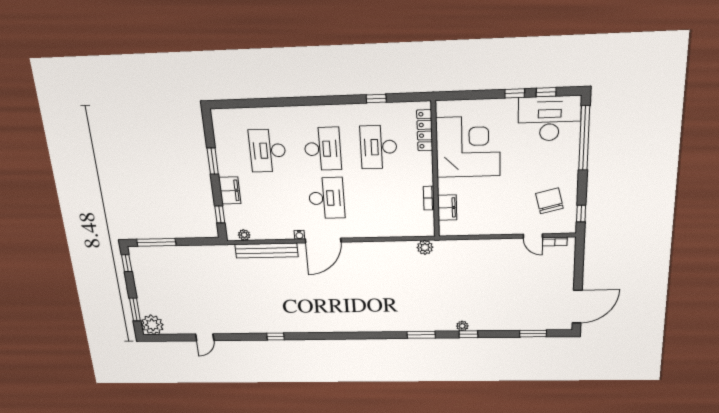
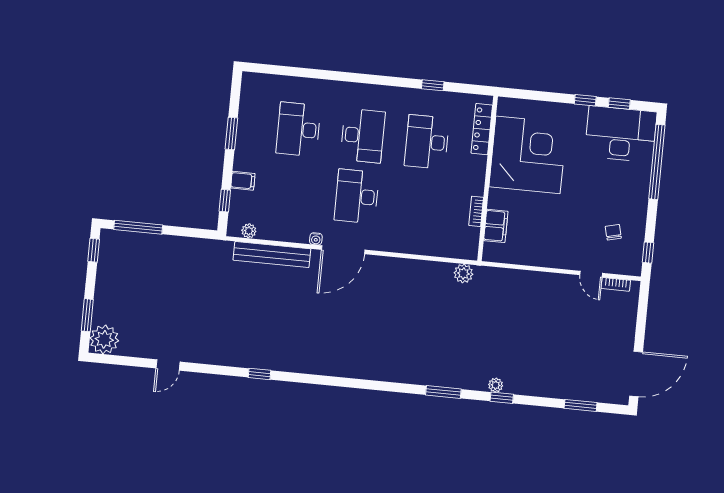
filing cabinet: (230, 191) -> (243, 181), width x0.50
desk: (327, 198) -> (357, 196), turned 180
chair: (549, 201) -> (613, 232), width x0.54, depth x0.54

